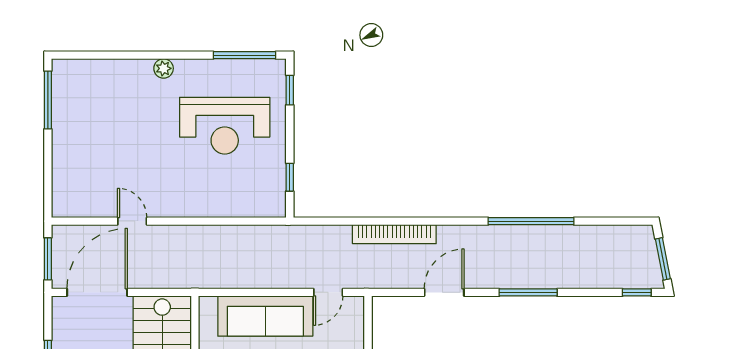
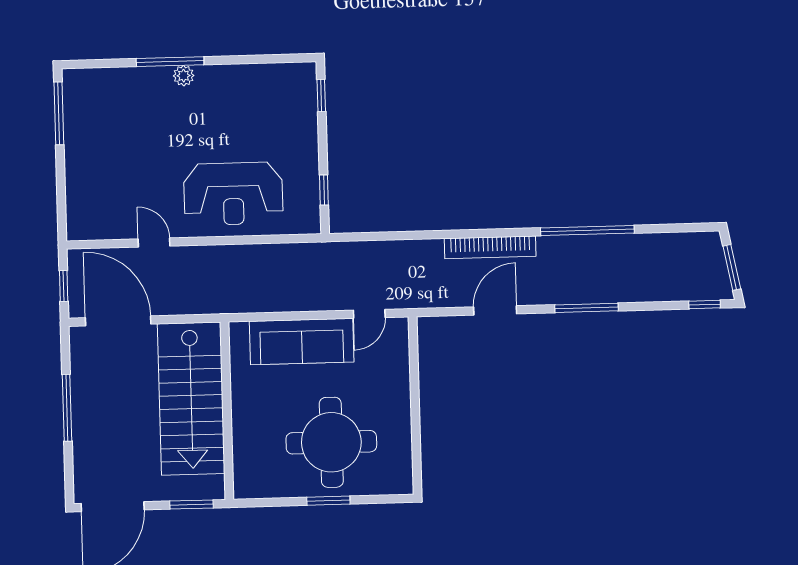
window: (244, 55) -> (170, 62), moved
reception desk: (225, 126) -> (233, 194), moved
bookcase: (394, 234) -> (490, 247), moved
window: (48, 259) -> (64, 286), width x0.67
door: (97, 292) -> (118, 321), hinge flipped

